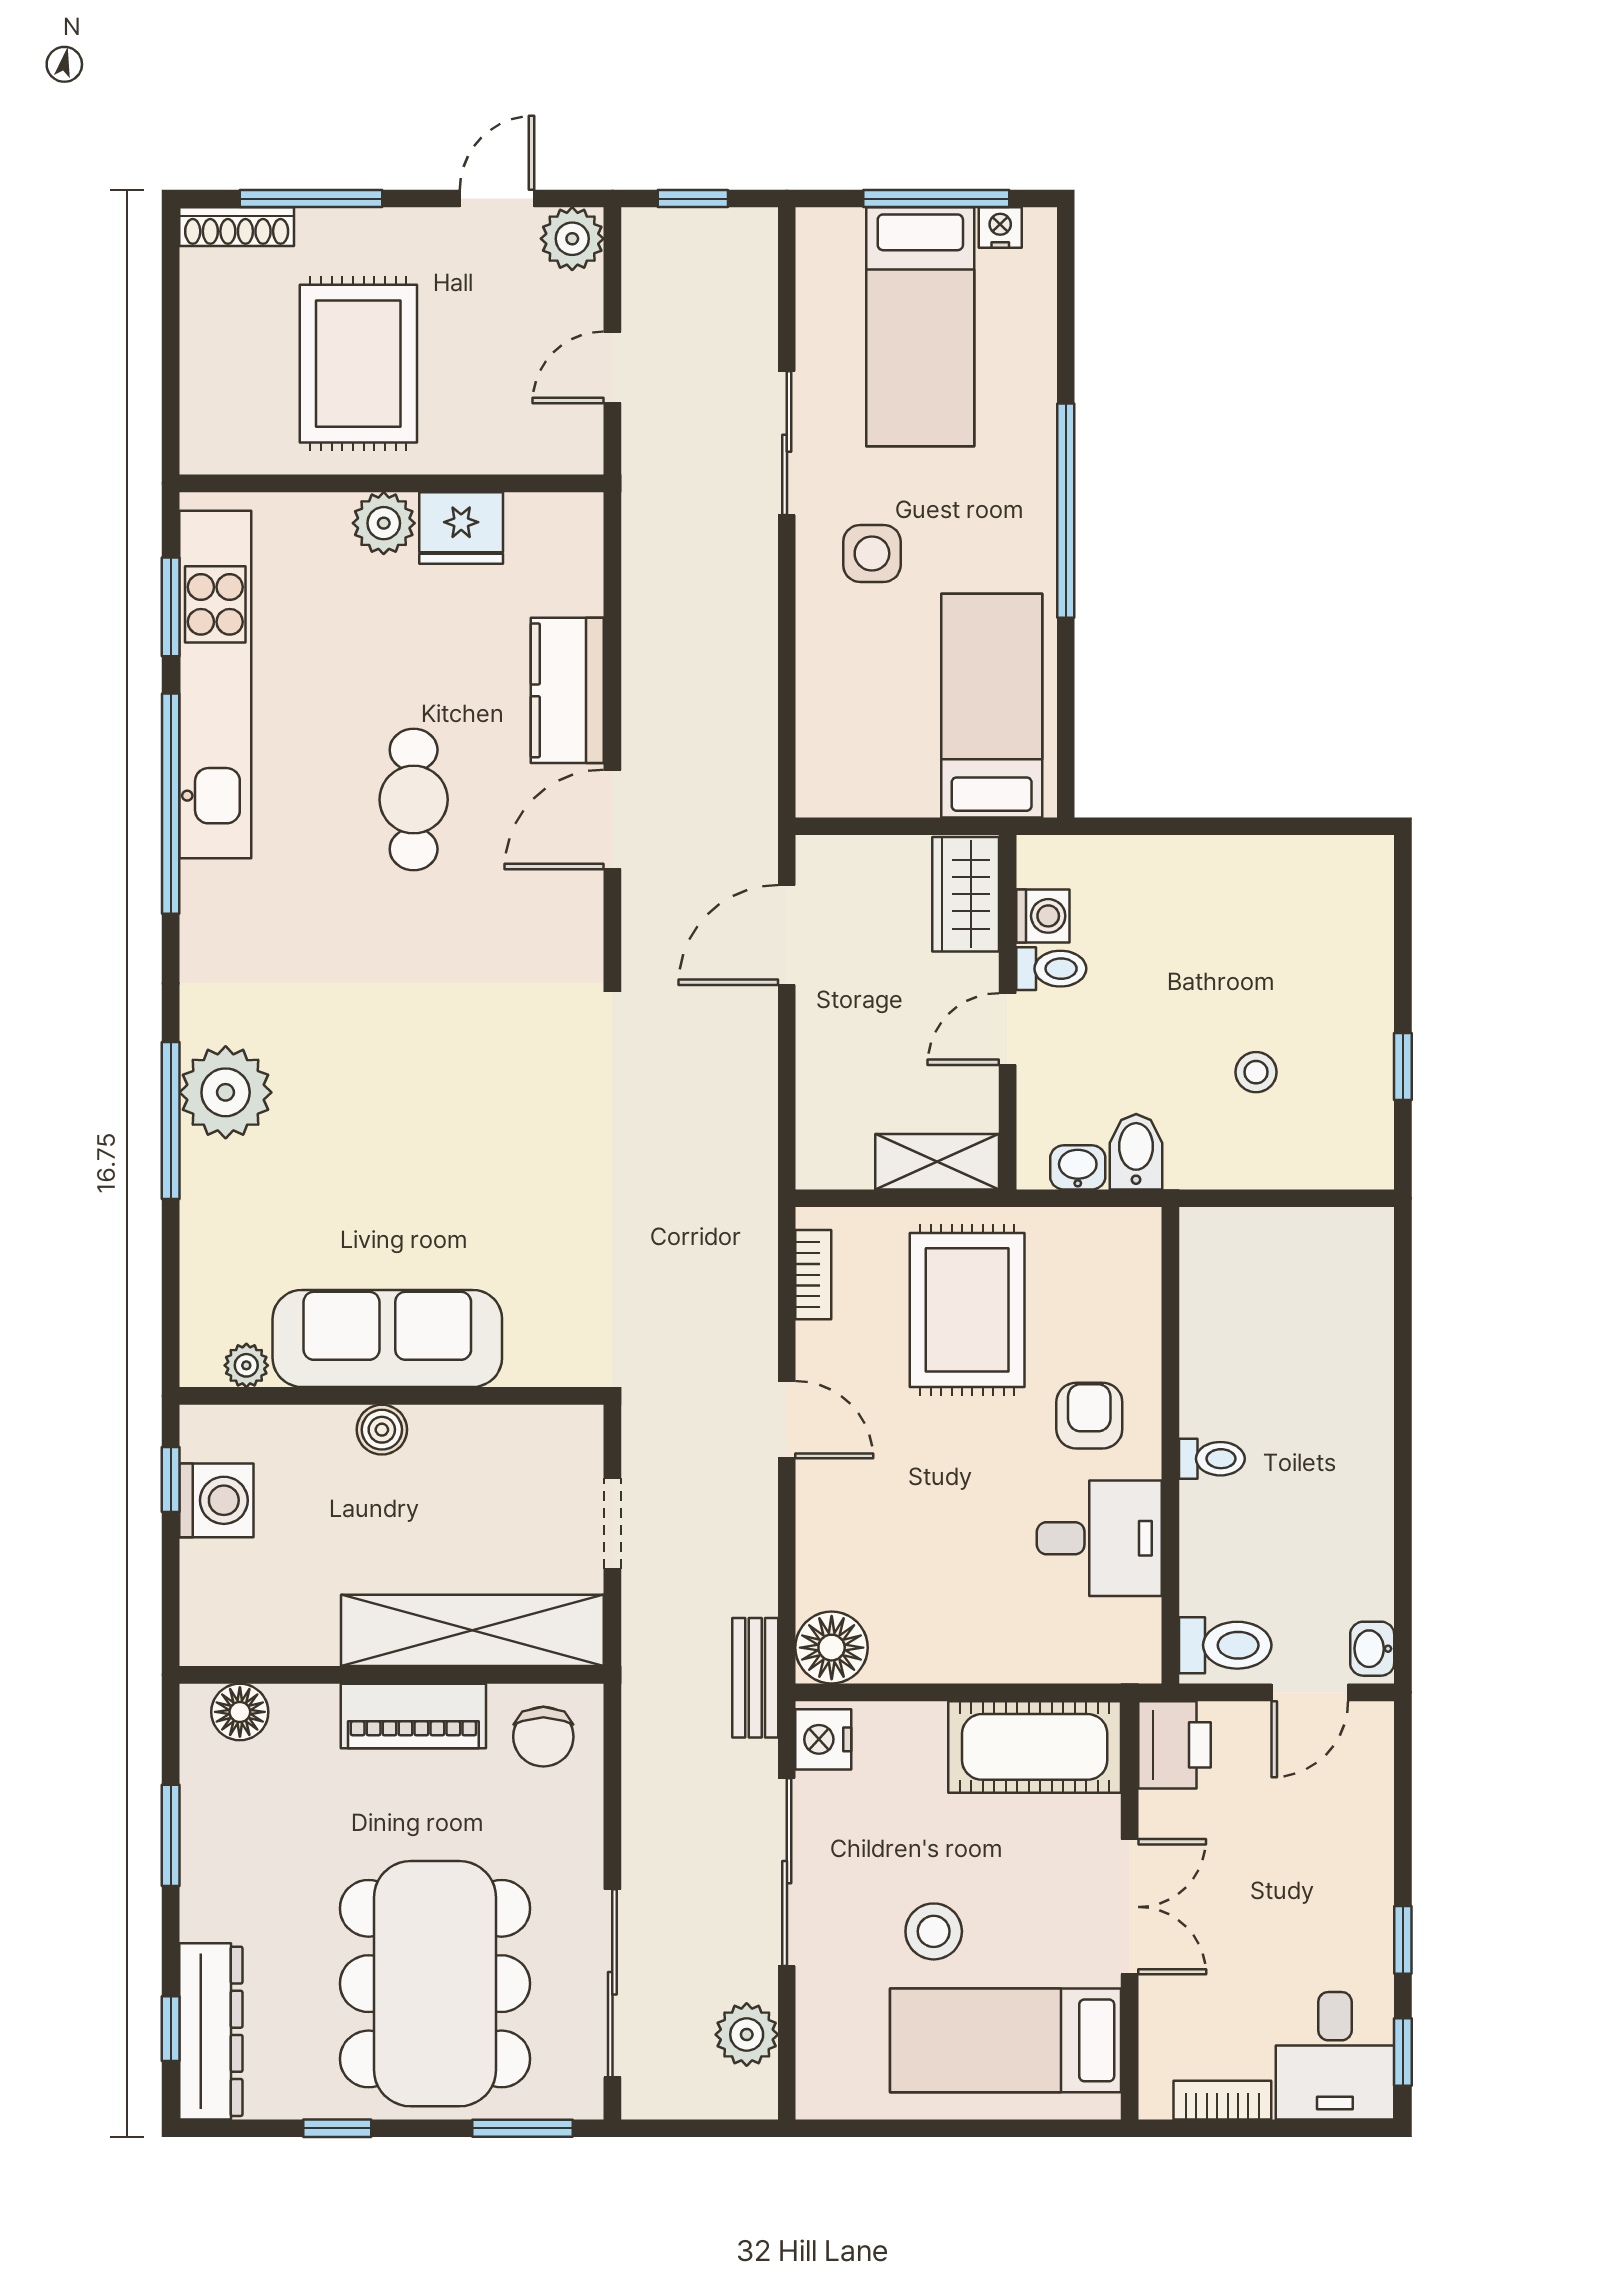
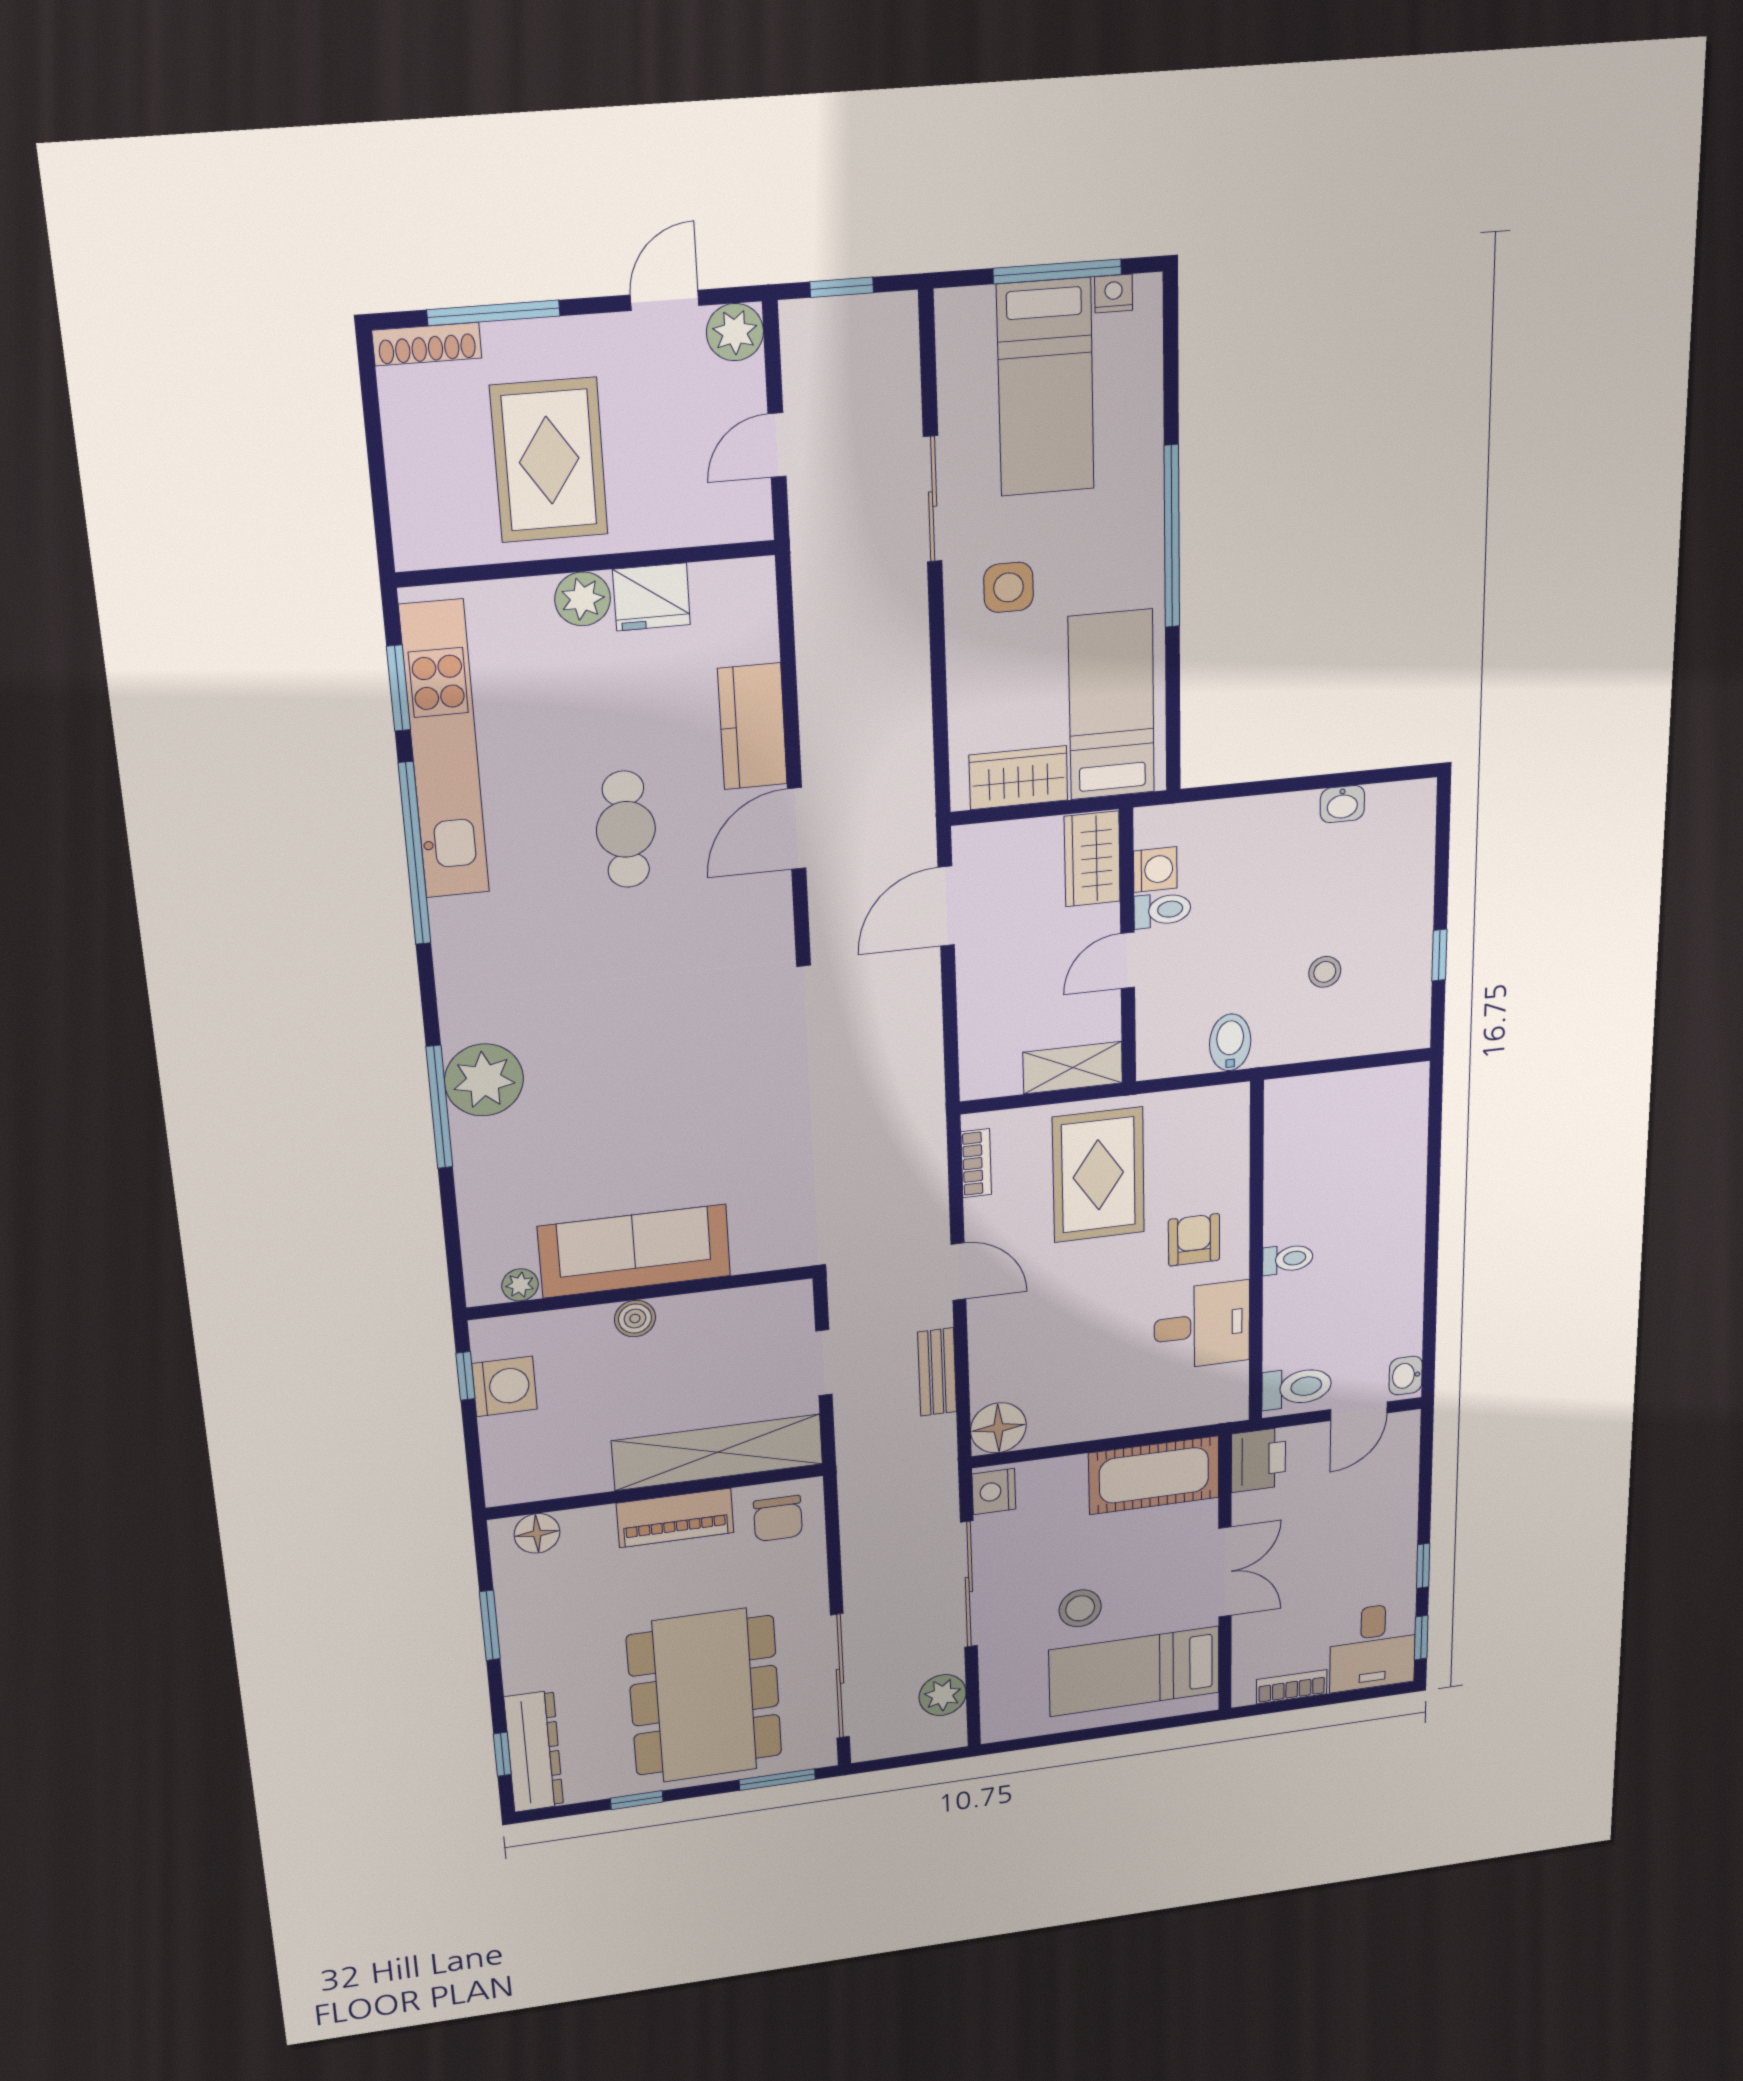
wardrobe: (878, 784) -> (1018, 778), added
washbasin: (1078, 1167) -> (1342, 804), moved, turned 180
bench: (755, 1678) -> (937, 1372), moved

